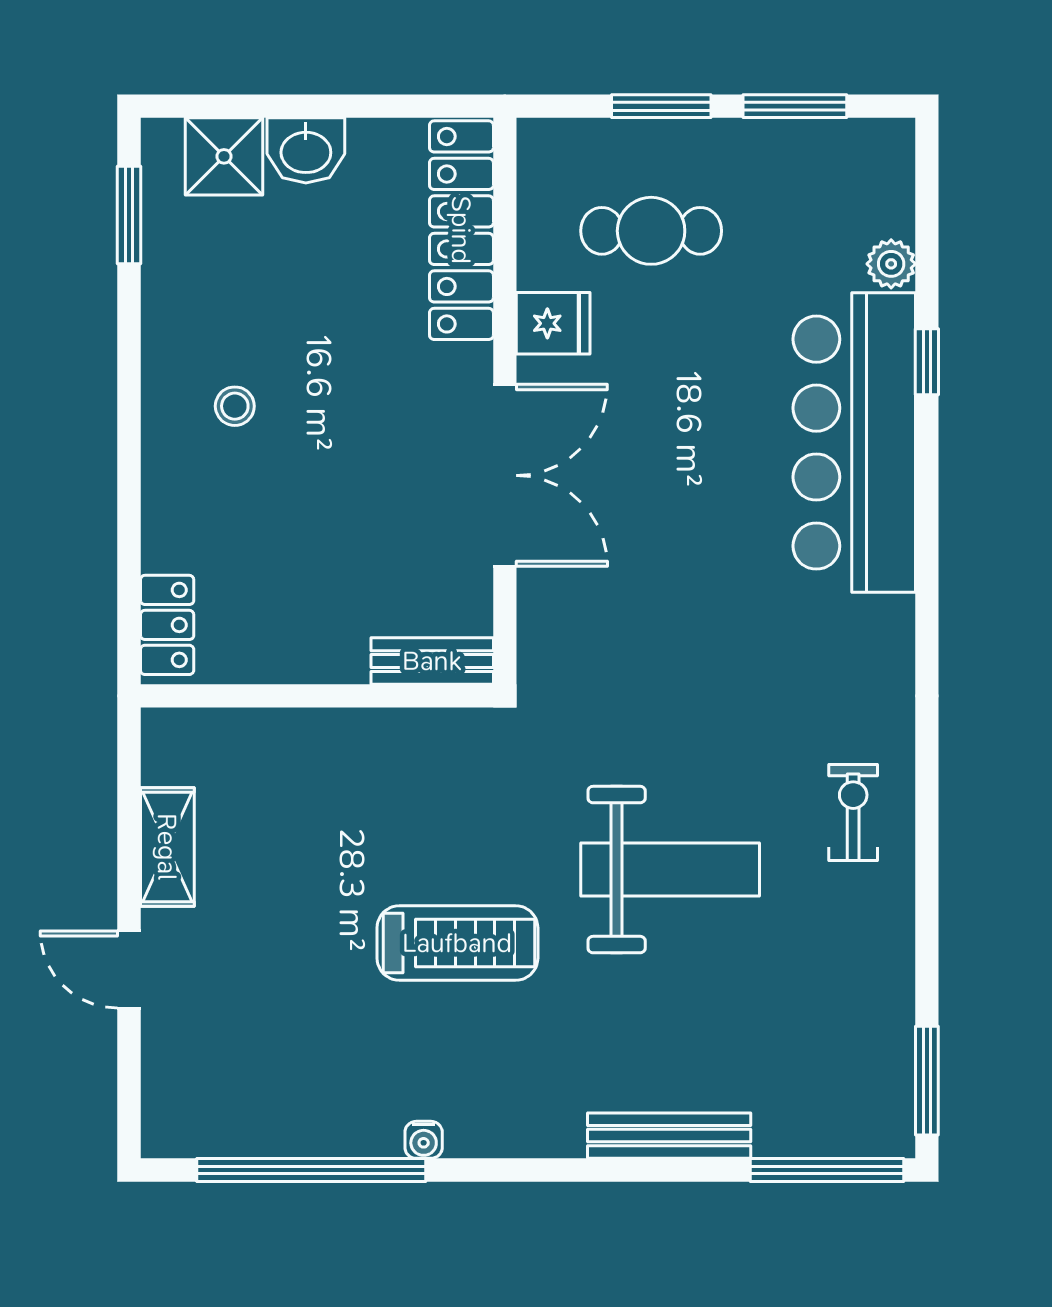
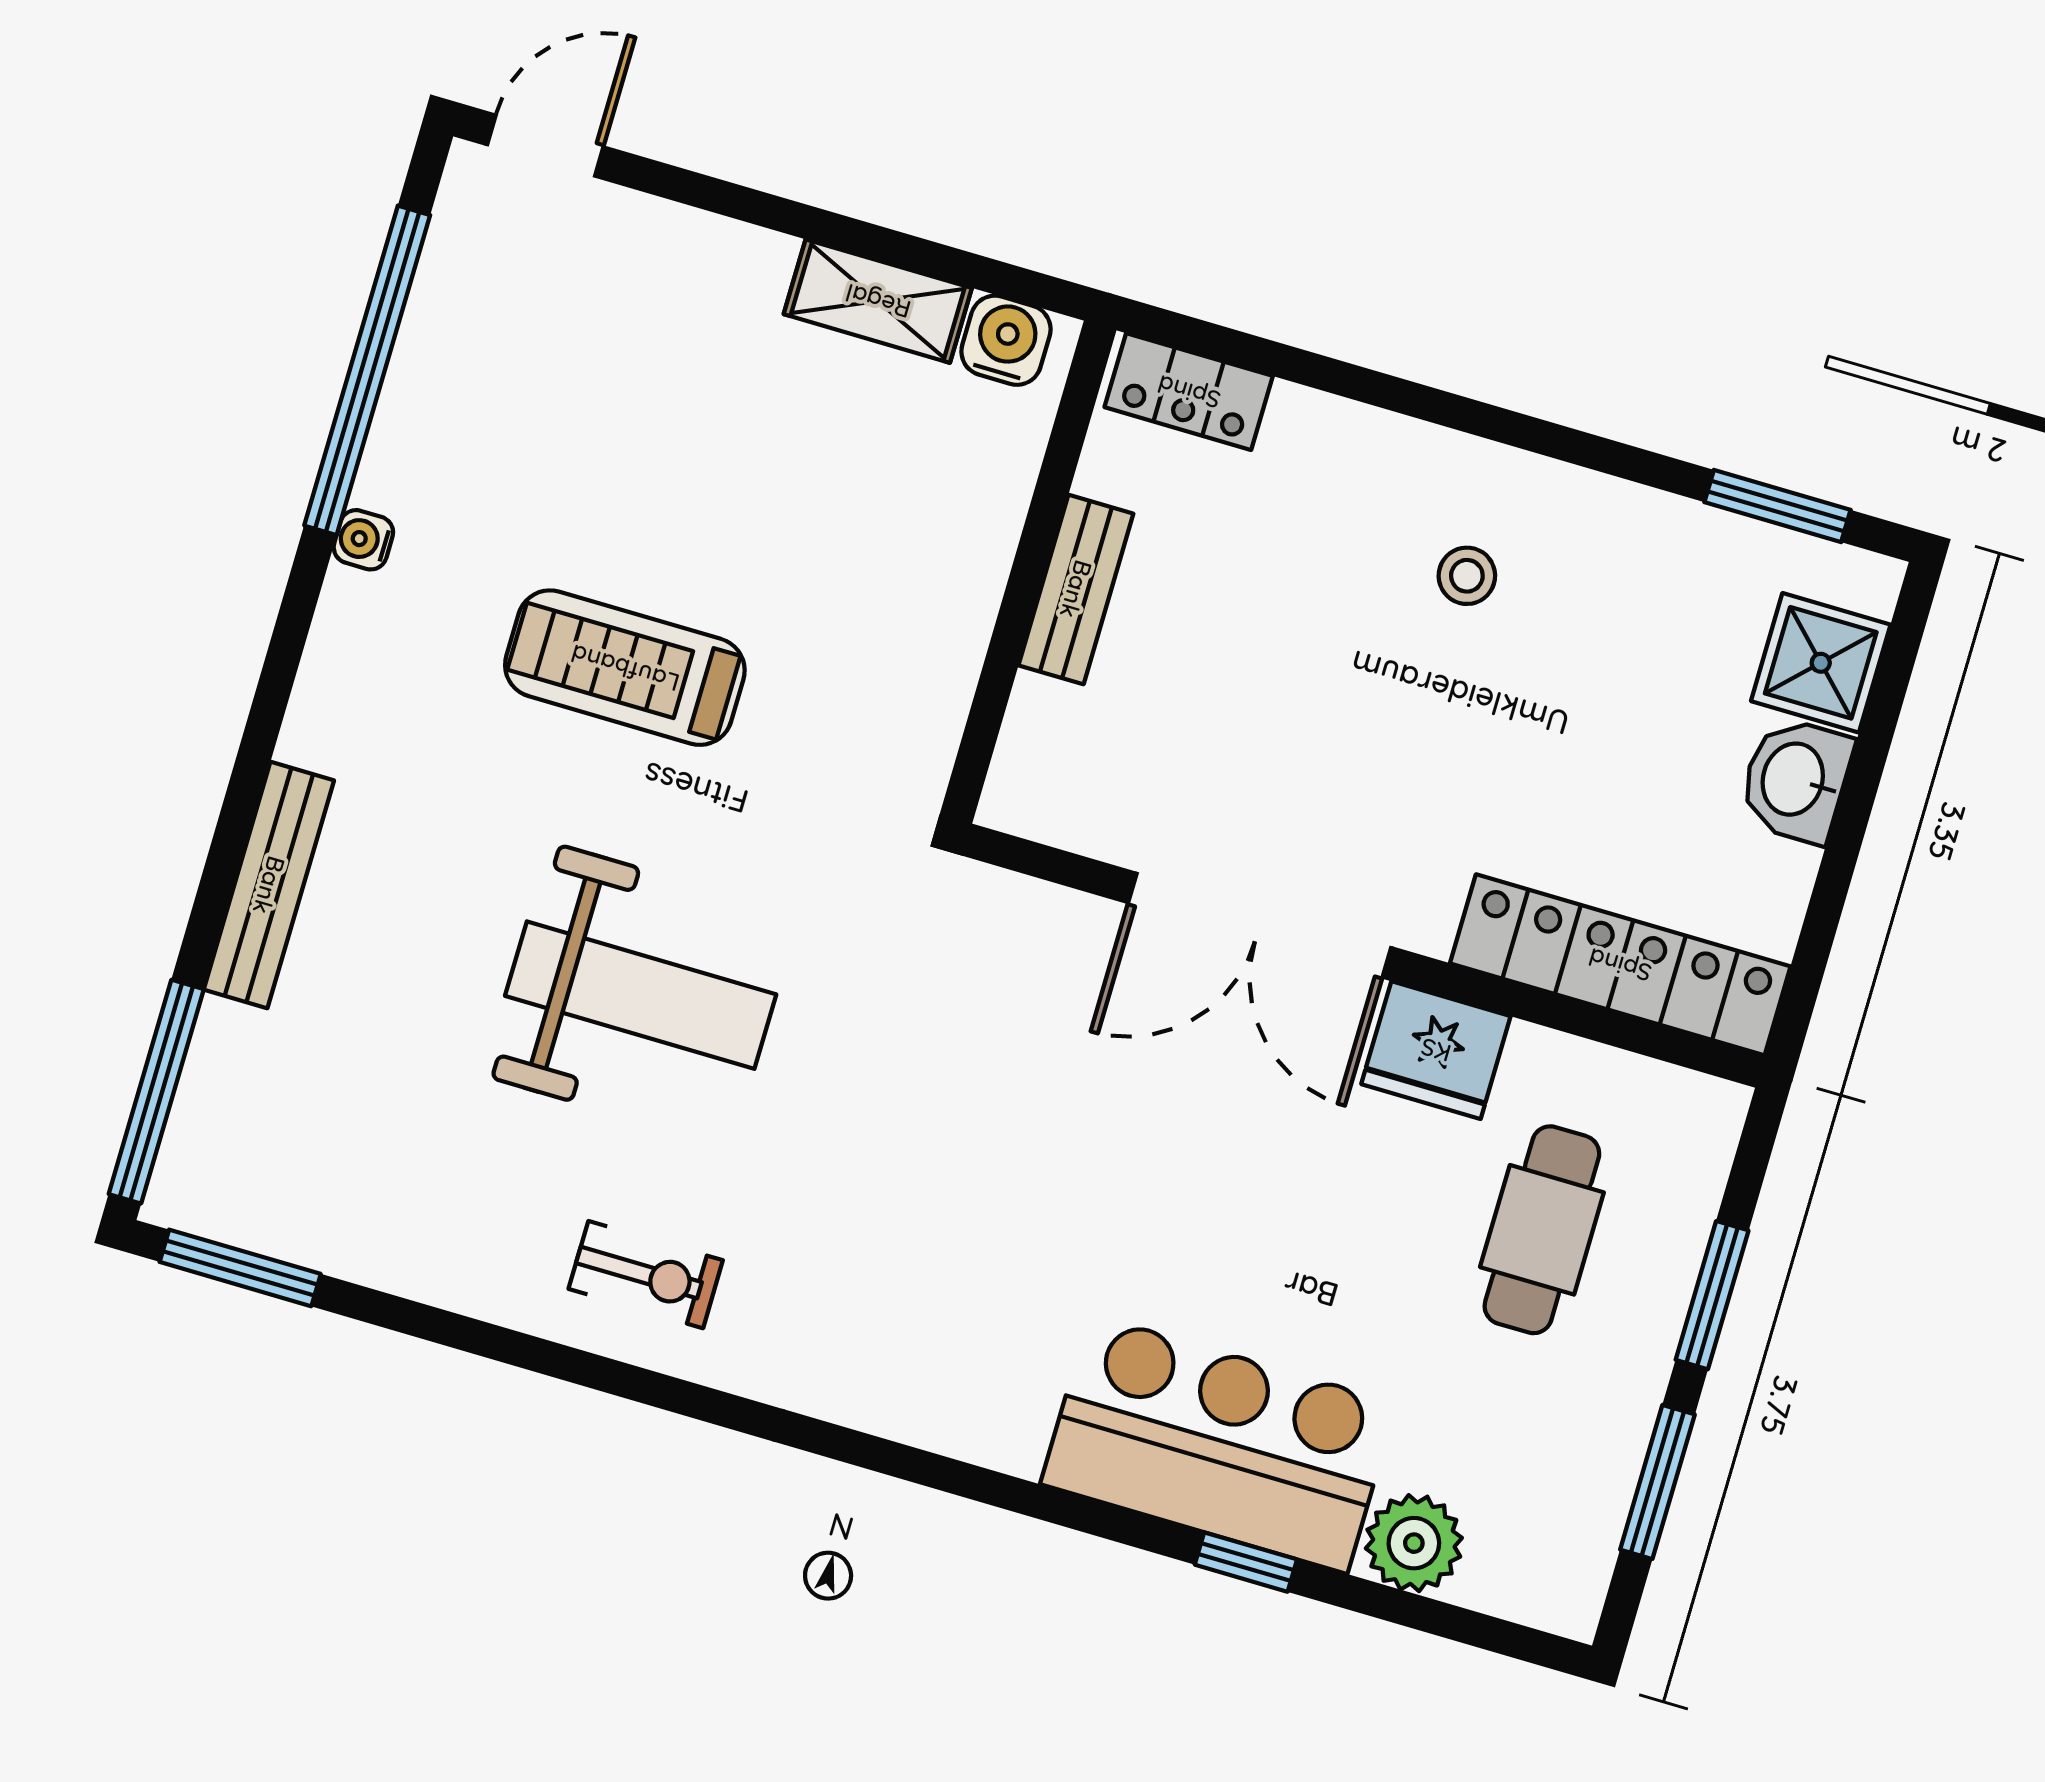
plant: (891, 264) -> (1414, 1543), width x1.38, depth x1.38
fridge: (553, 323) -> (1436, 1050), width x1.38
bar counter: (854, 443) -> (1219, 1444), width x0.73
bench: (432, 661) -> (1076, 589), moved
water cooler: (168, 755) -> (1006, 340), added
weight bench: (670, 870) -> (641, 995), turned -90
treadmill: (457, 943) -> (625, 668), turned 90
door: (129, 970) -> (545, 146), moved

